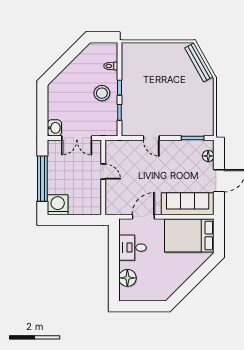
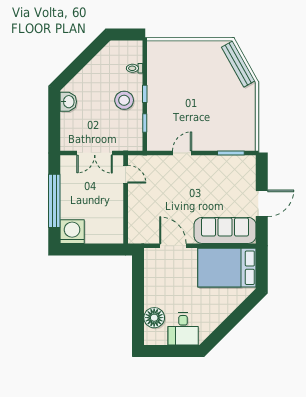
washbasin: (54, 128) -> (68, 102), moved
door: (151, 138) -> (182, 153), swing flipped
floor lamp: (208, 156) -> (249, 174), removed
door: (103, 172) -> (126, 174), moved
door: (143, 217) -> (173, 246), hinge flipped
desk: (132, 248) -> (183, 329), moved, turned -90

